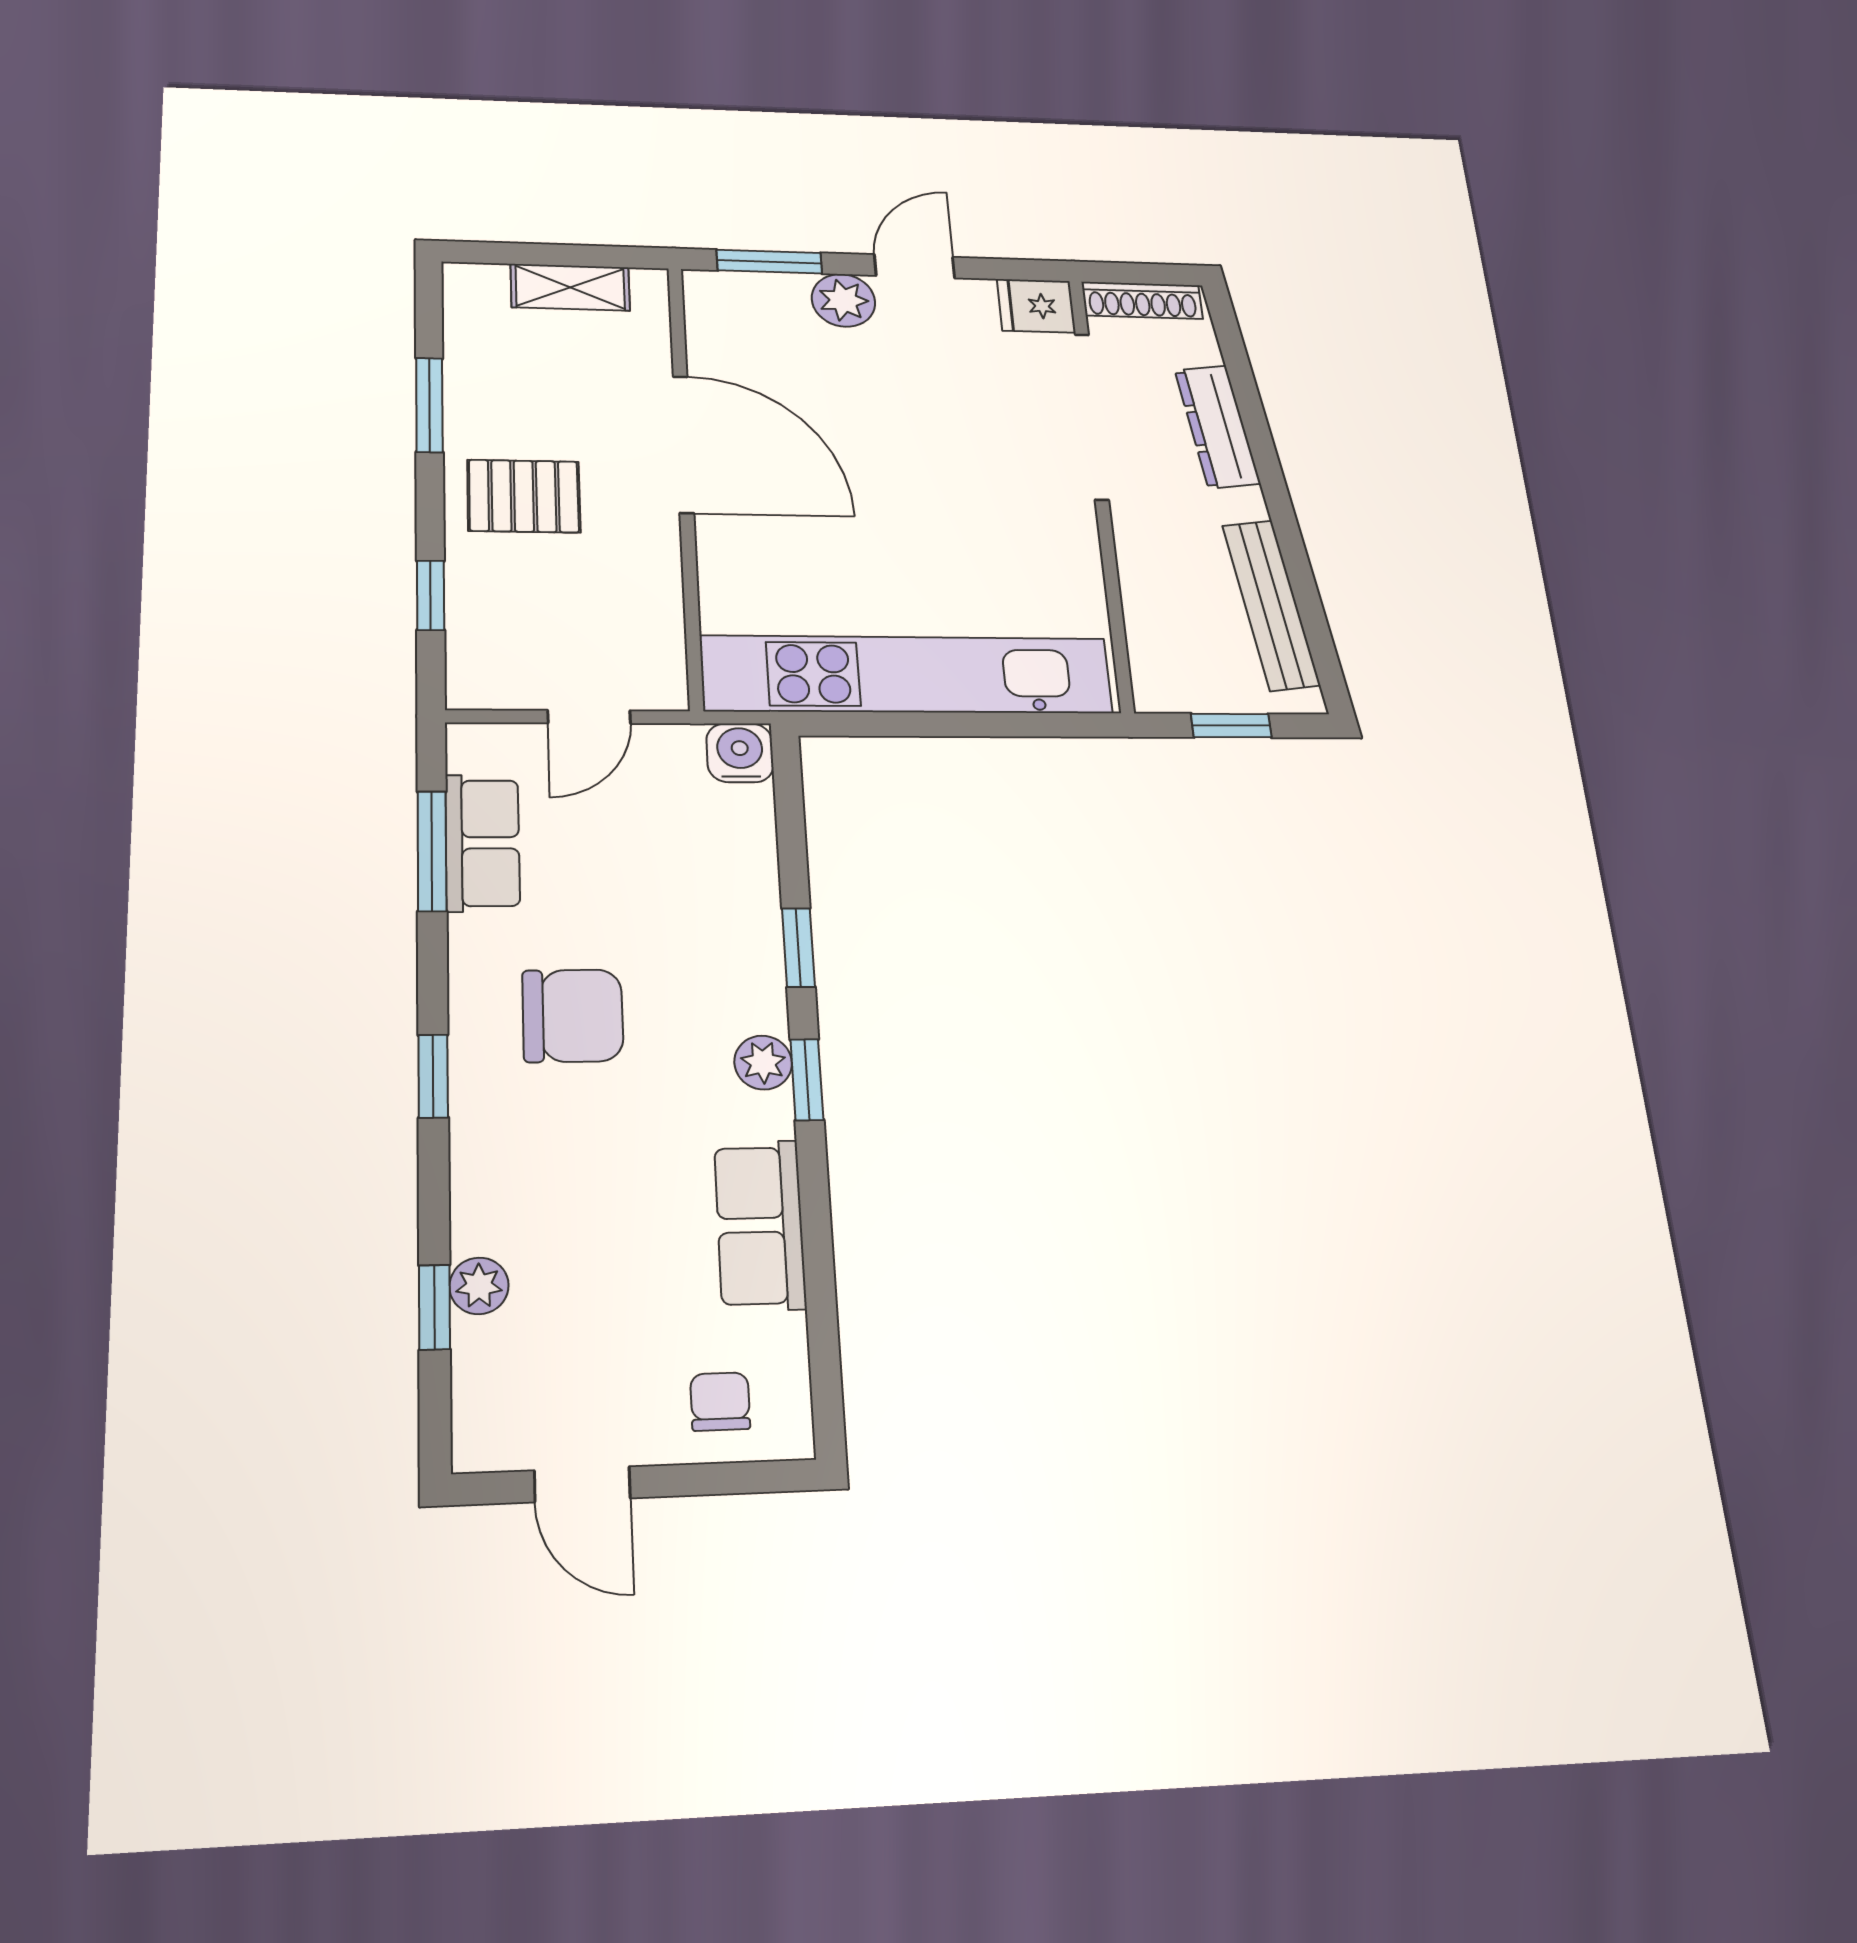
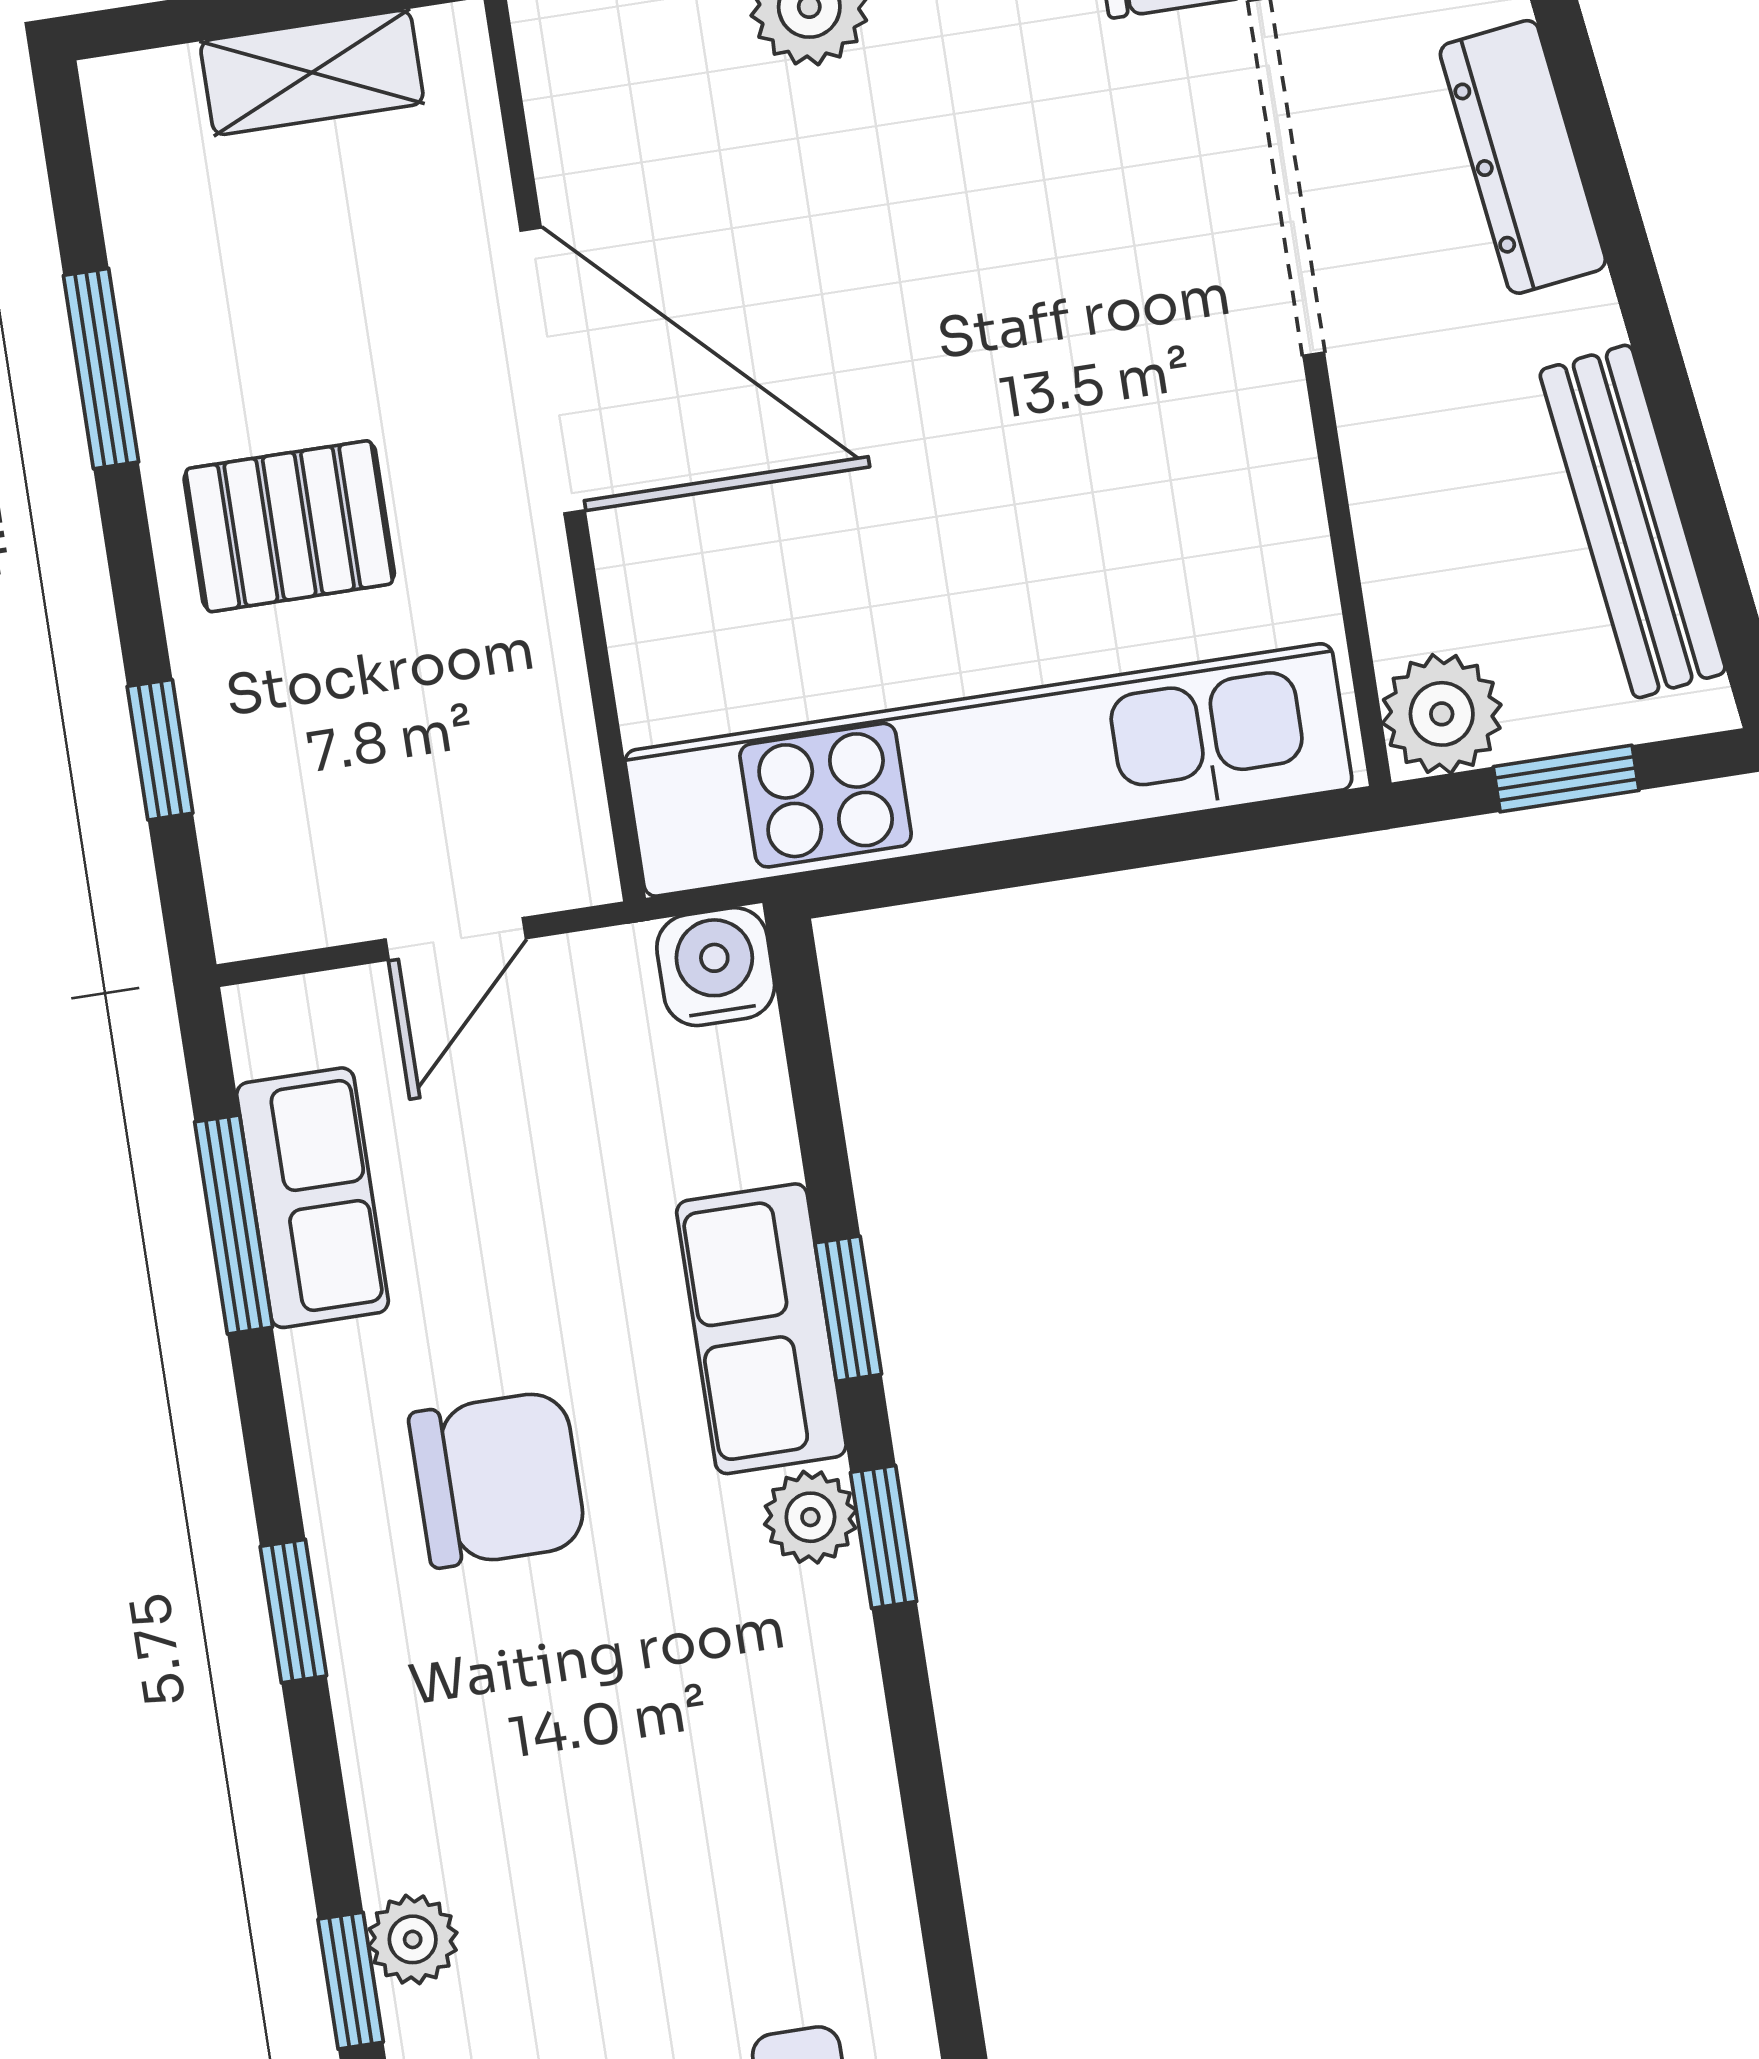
plant: (1163, 683) -> (1442, 714), added
row of seats: (760, 1225) -> (761, 1329), moved

